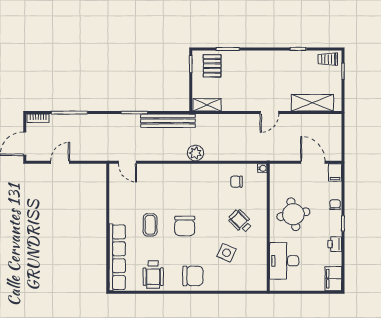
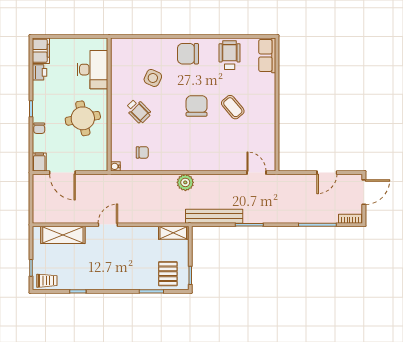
coffee table: (150, 225) -> (233, 107), turned -40
printer: (335, 244) -> (39, 72), moved
row of seats: (117, 257) -> (267, 55), width x0.50

